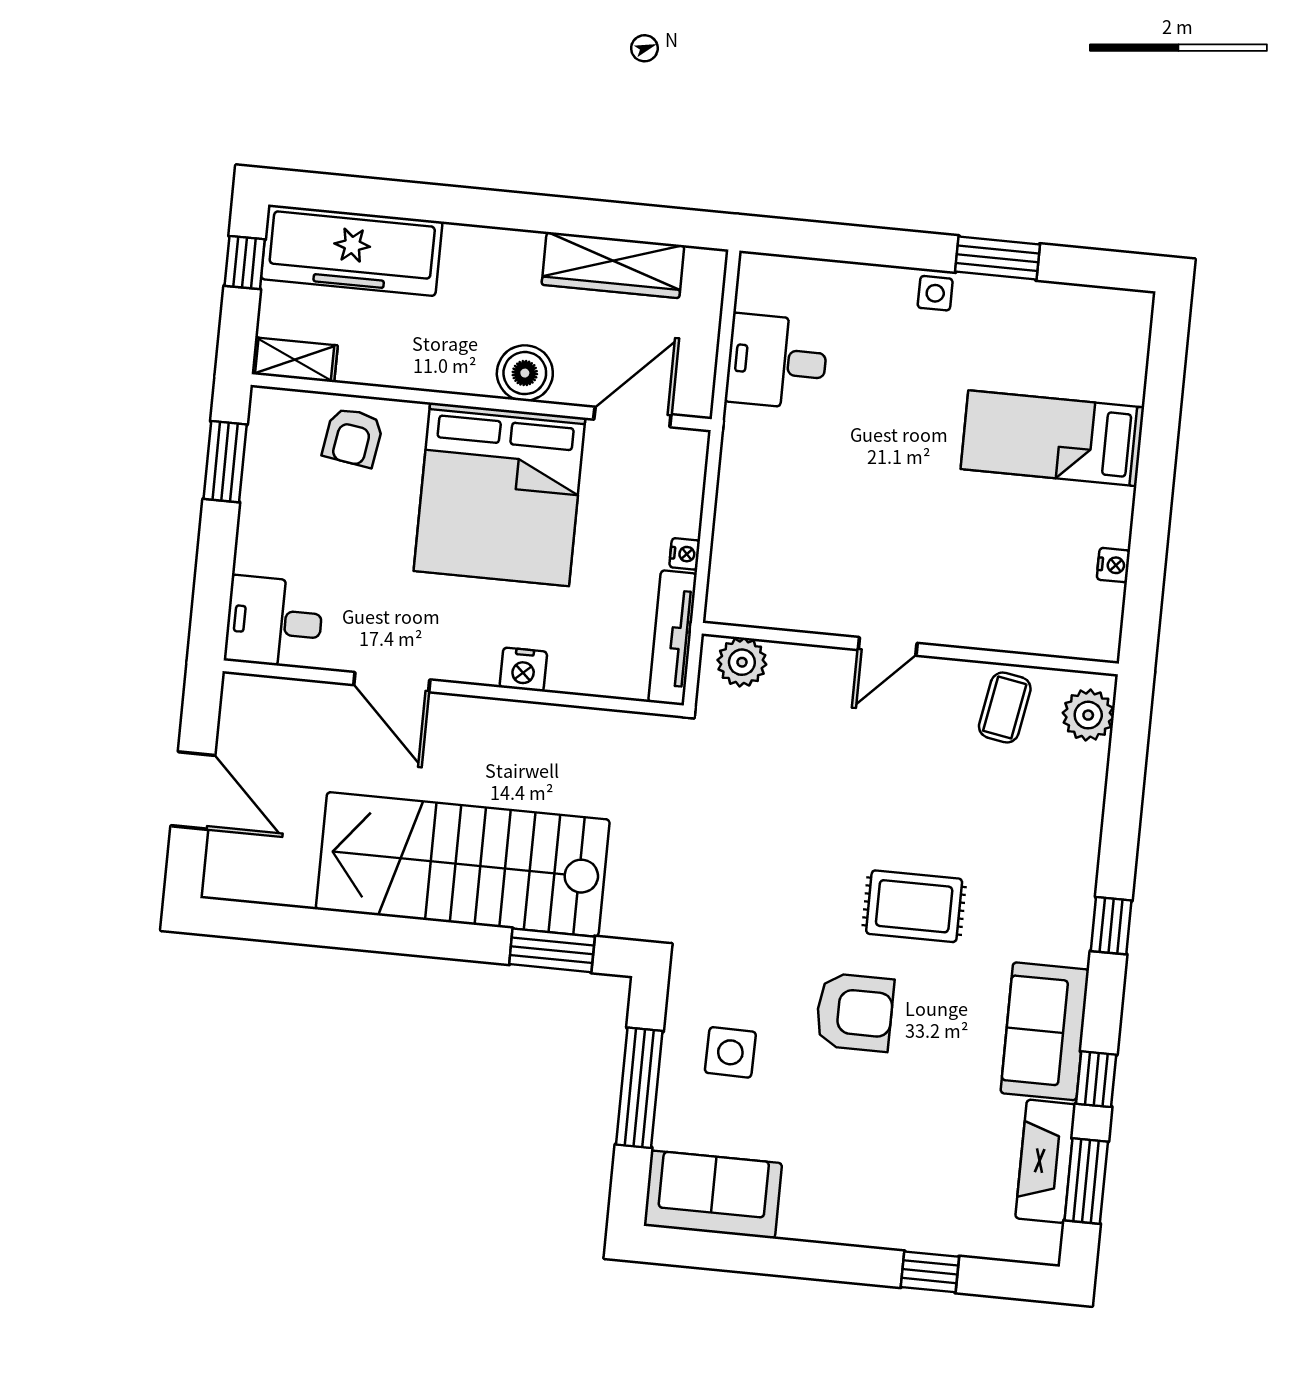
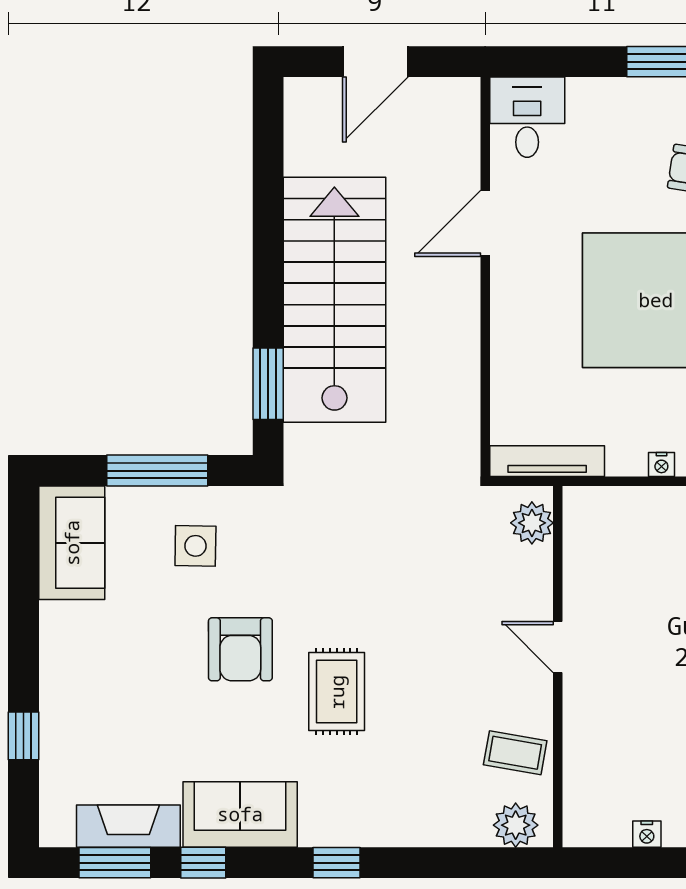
nightstand: (685, 554) -> (661, 465), moved
nightstand: (523, 670) -> (507, 336), removed

